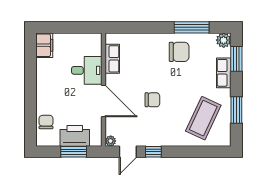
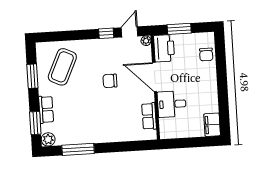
chair: (179, 52) -> (88, 126), removed
printer: (75, 136) -> (164, 48), moved, turned -90

